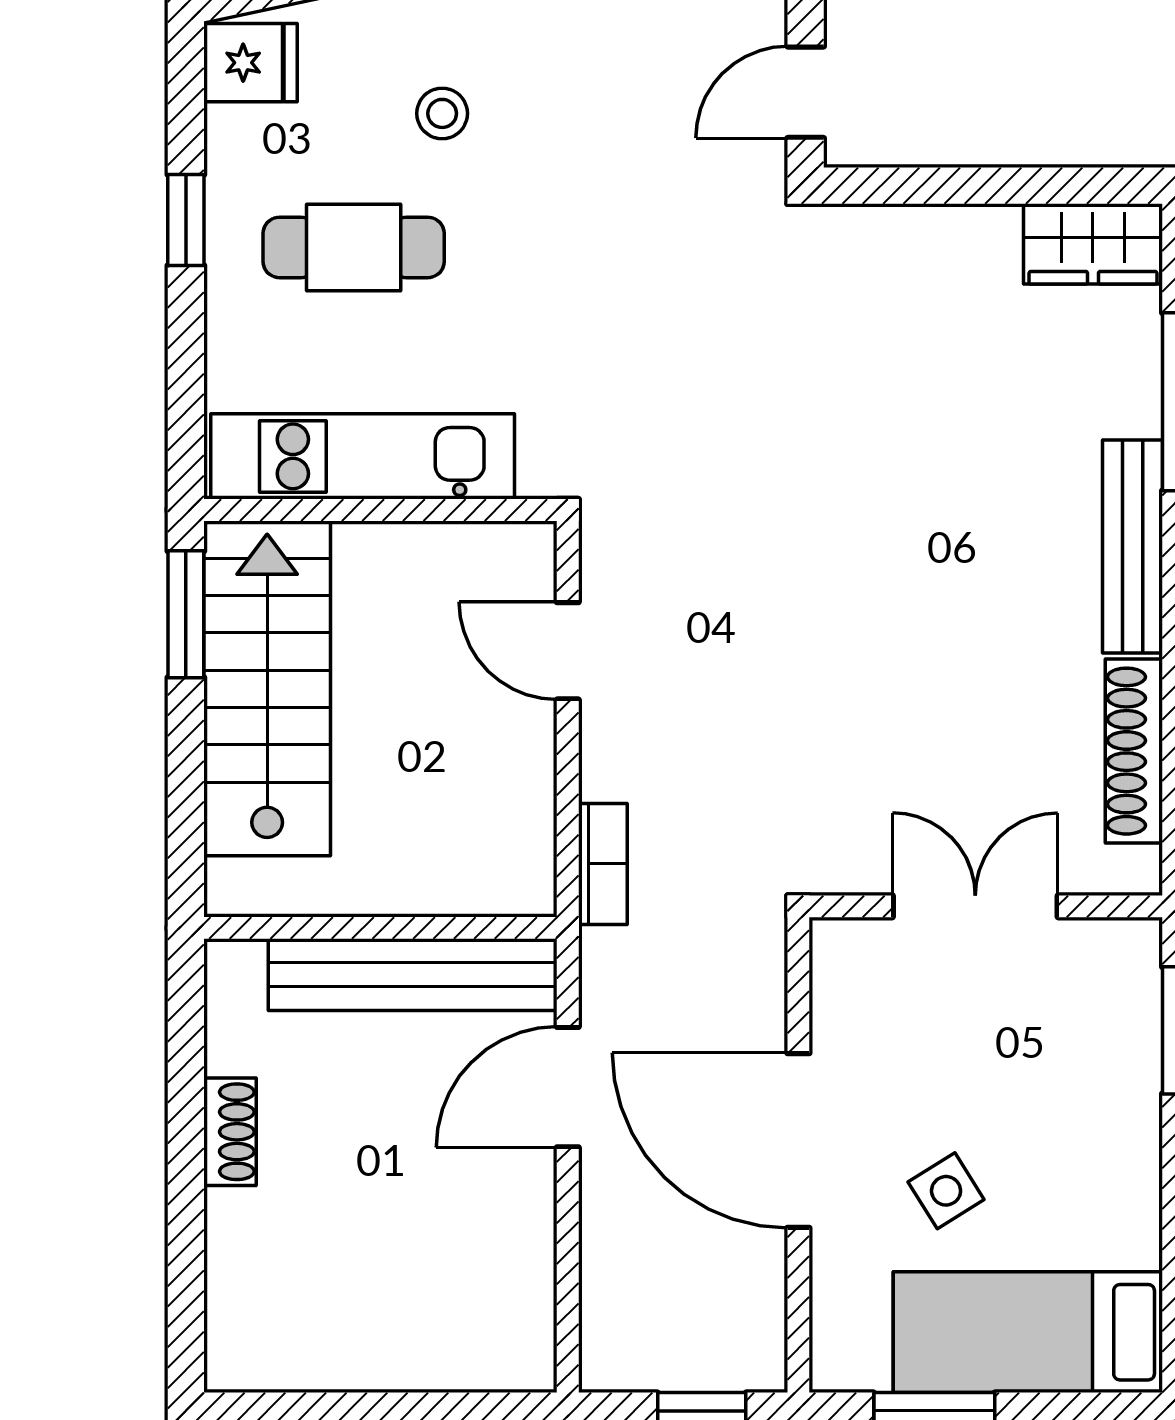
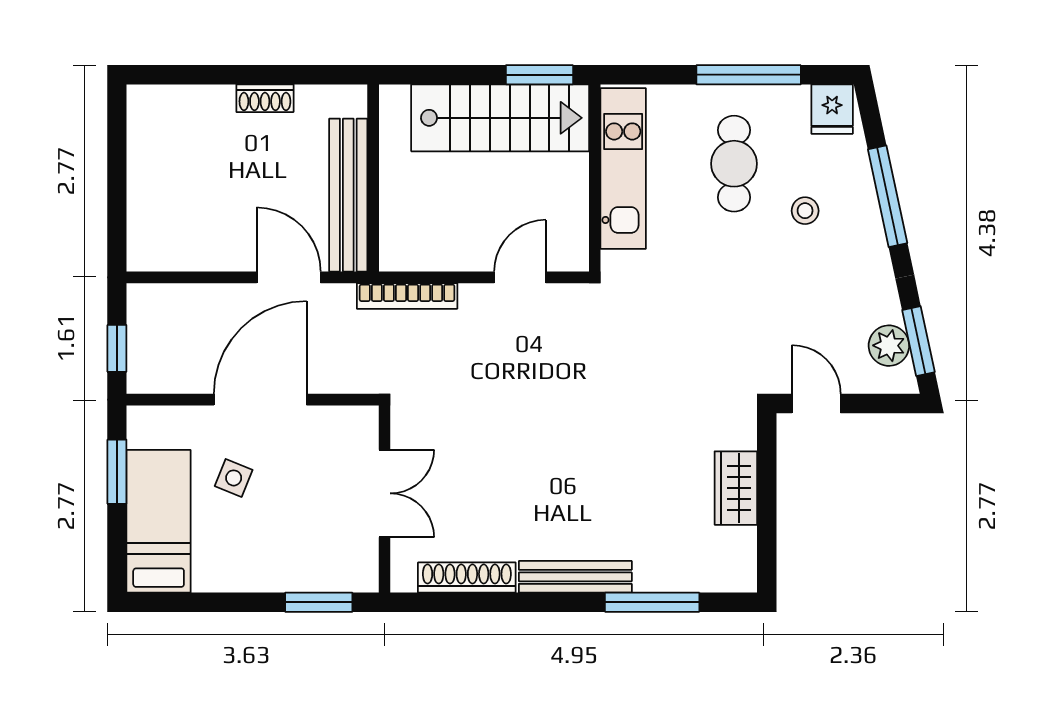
window: (186, 220) -> (749, 75), width x2.17
wardrobe: (1093, 244) -> (736, 488), moved
bookcase: (603, 864) -> (407, 296), width x1.56
side table: (946, 1191) -> (234, 478), turned -36

